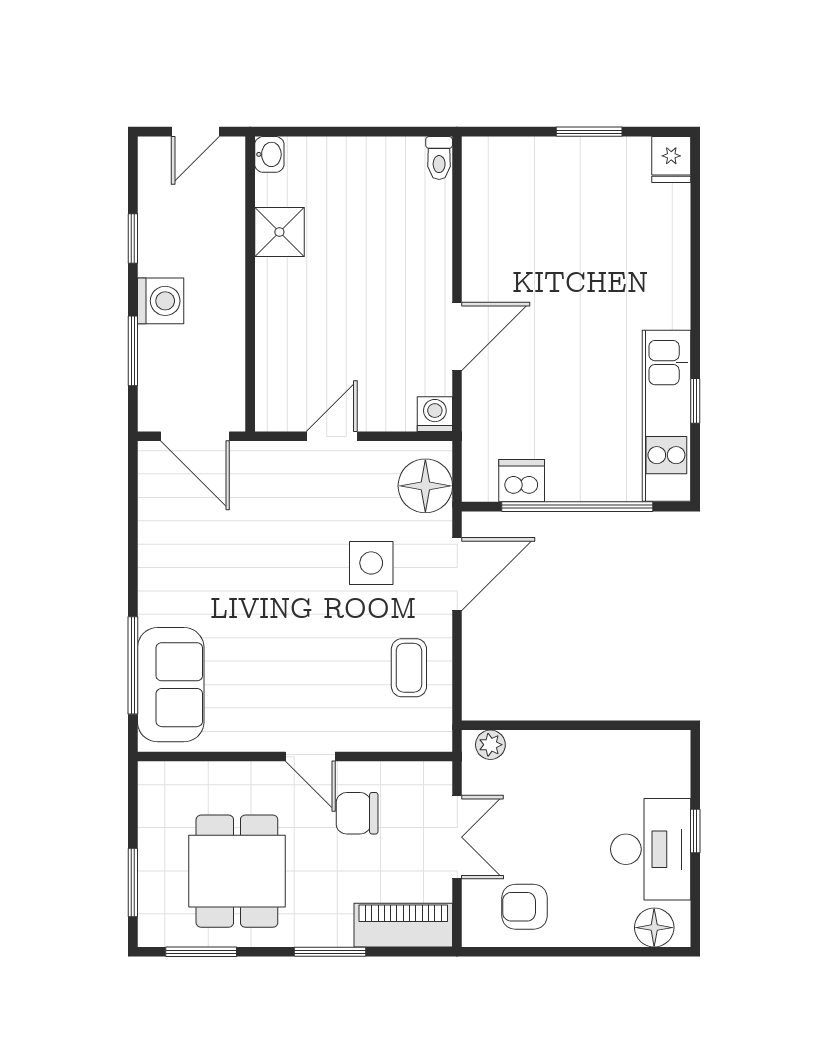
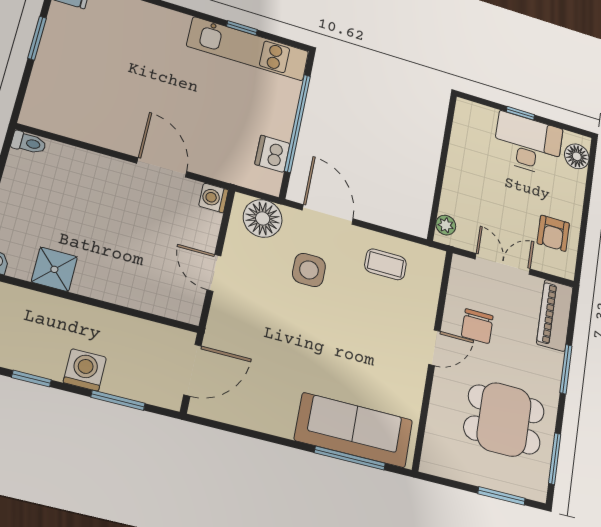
sofa: (171, 685) -> (354, 430), width x1.36

